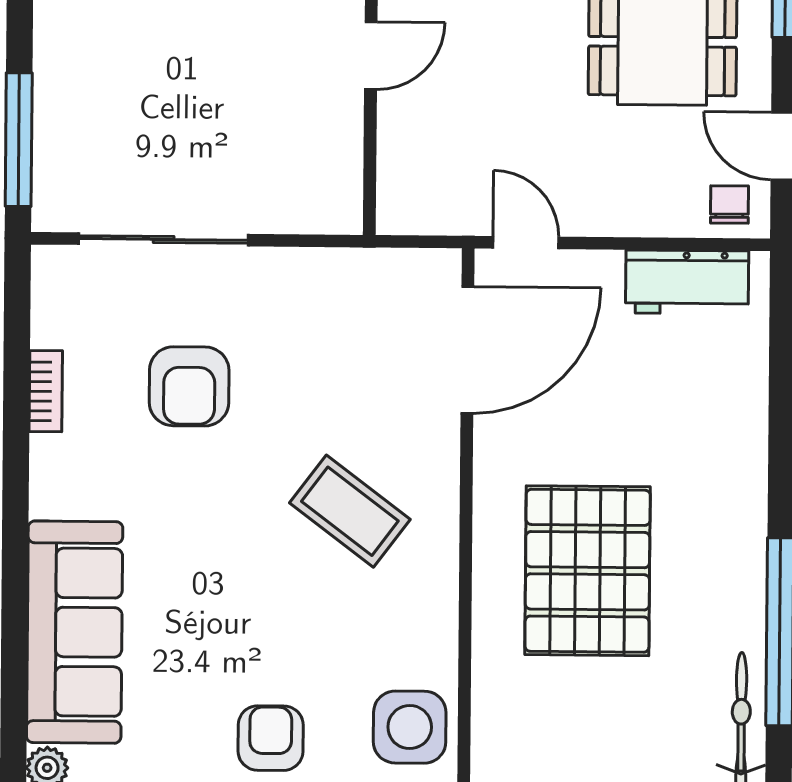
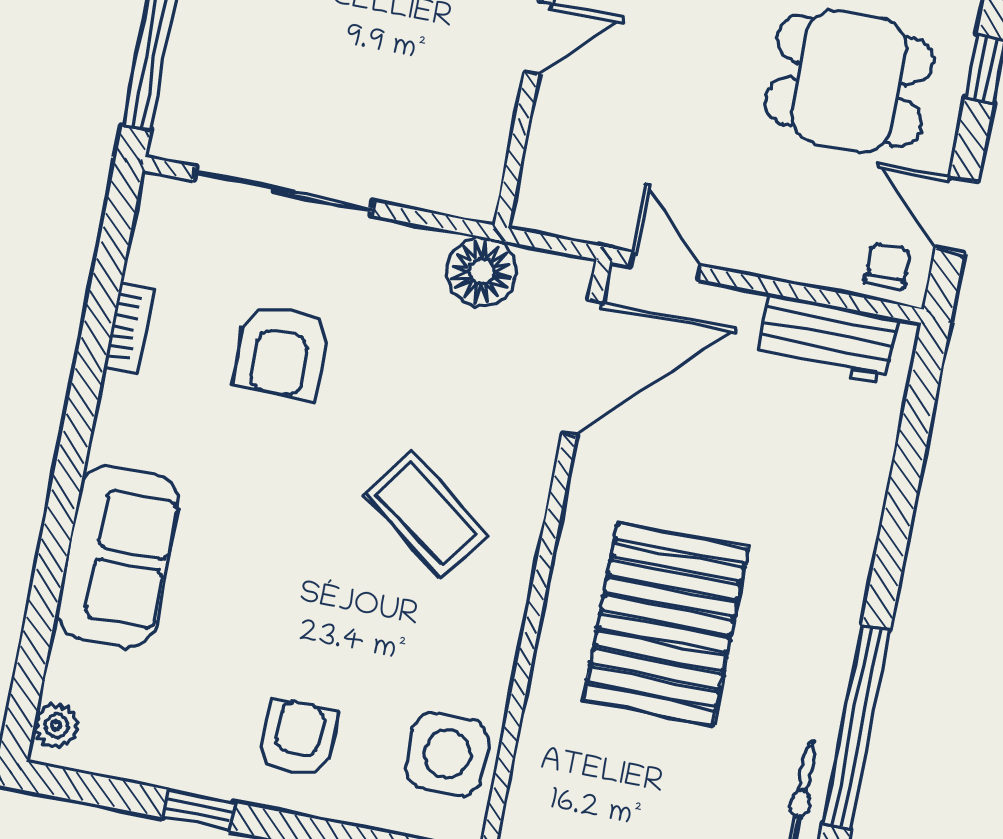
floor lamp: (358, 280) -> (481, 272), added
sofa: (75, 632) -> (118, 557), width x0.73

